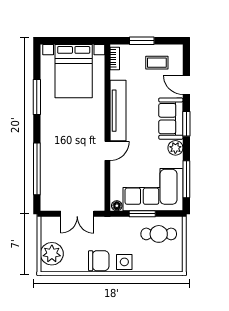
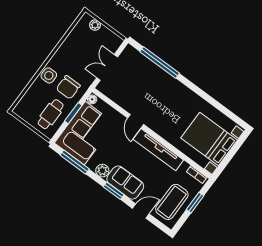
coffee table: (157, 63) -> (172, 202), width x1.86, depth x1.72
window: (37, 97) -> (210, 100), removed
plant: (52, 254) -> (95, 25), width x0.53, depth x0.53
chair: (99, 261) -> (68, 87), moved

